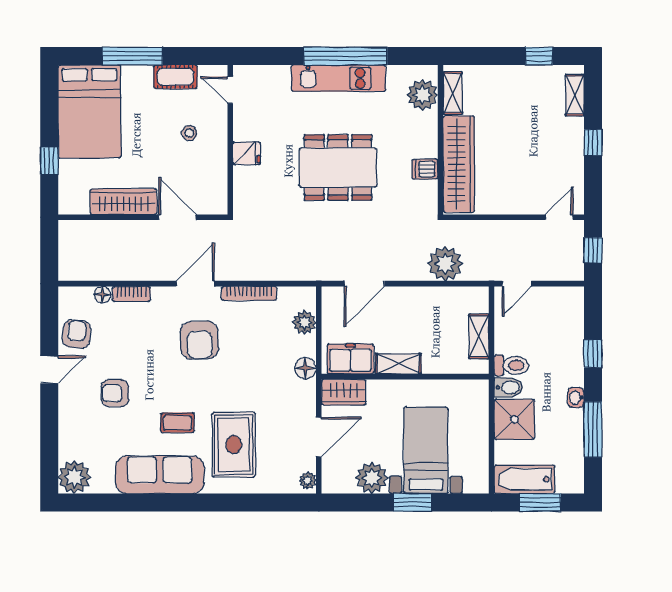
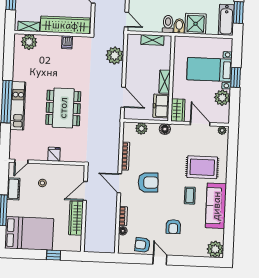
shelving: (453, 93) -> (29, 26), moved
plant: (422, 95) -> (29, 42), moved
wall: (441, 140) -> (52, 34), moved
wardrobe: (459, 164) -> (65, 25), moved
dishwasher: (425, 169) -> (67, 42), moved

